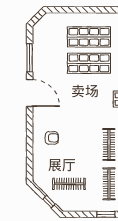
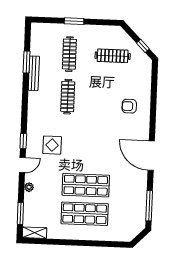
window: (30, 58) -> (149, 206), moved
window: (49, 202) -> (143, 46), moved

